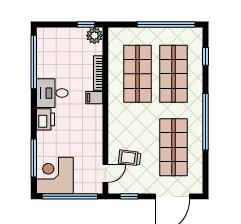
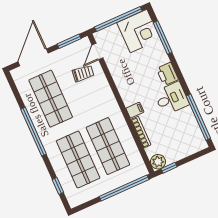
window: (166, 25) -> (124, 188), moved
window: (129, 196) -> (69, 41), width x1.50

